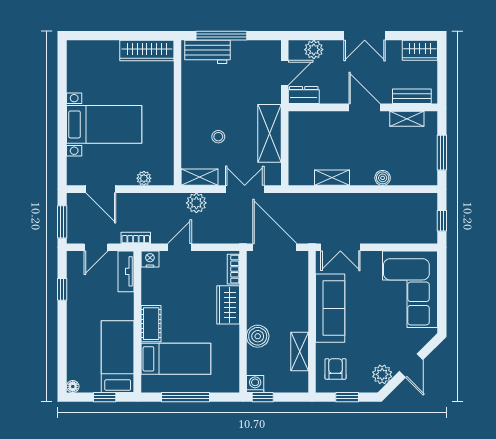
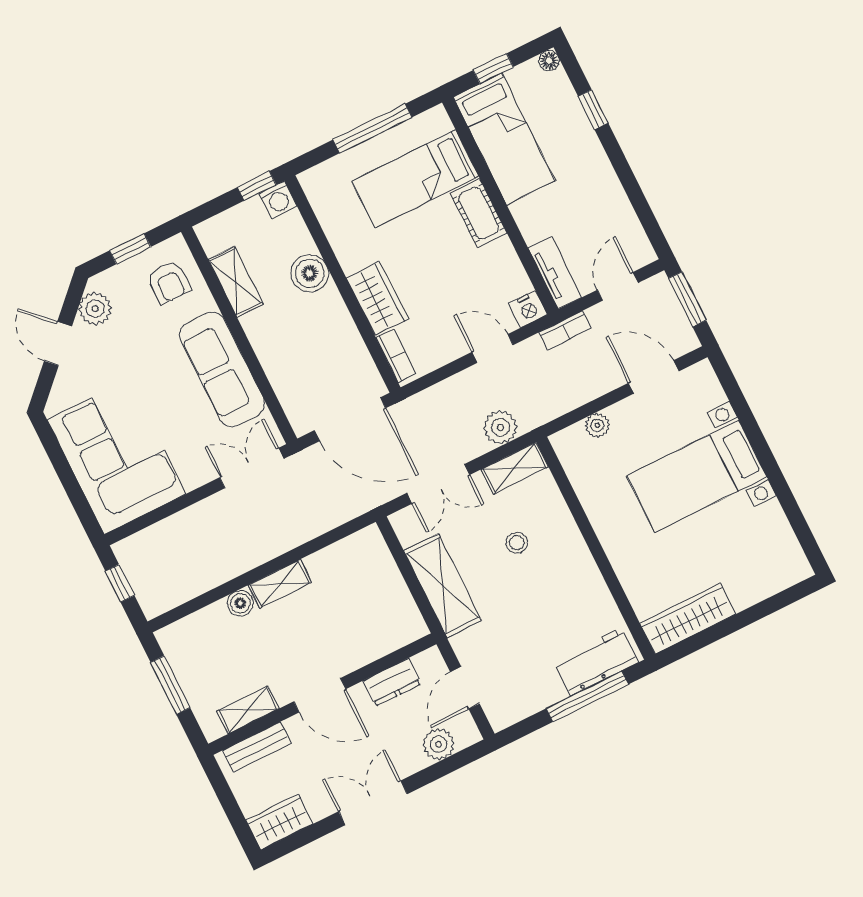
dresser: (304, 95) -> (392, 682), moved
shelving: (332, 178) -> (280, 584), moved
door: (180, 247) -> (493, 349), swing flipped
window: (62, 289) -> (593, 110), moved

